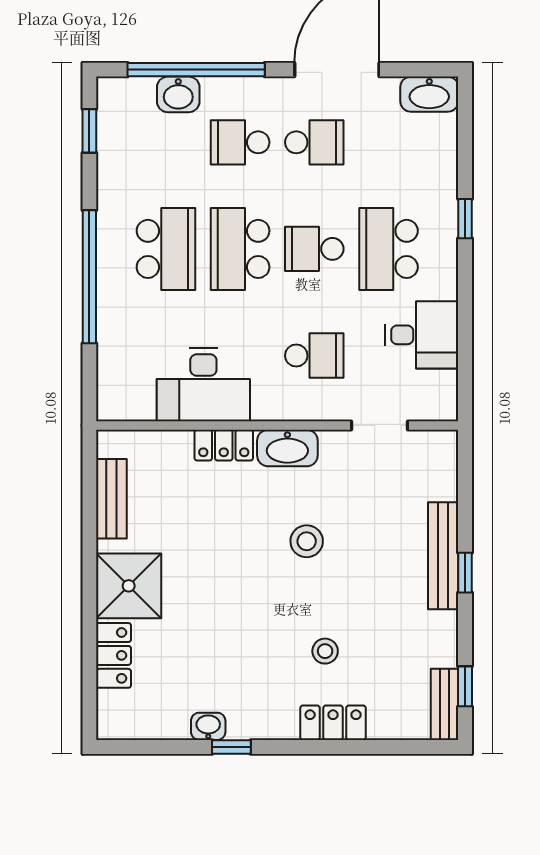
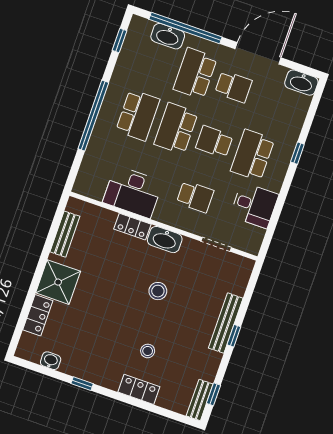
washbasin: (178, 94) -> (168, 36), width x1.38
school desk: (240, 142) -> (195, 73), width x1.85
washbasin: (208, 726) -> (51, 361), moved

